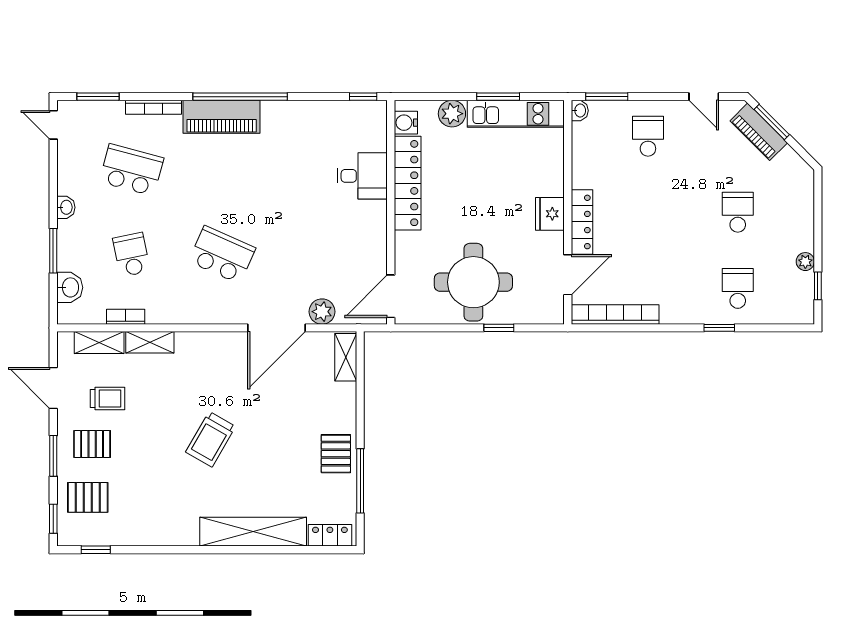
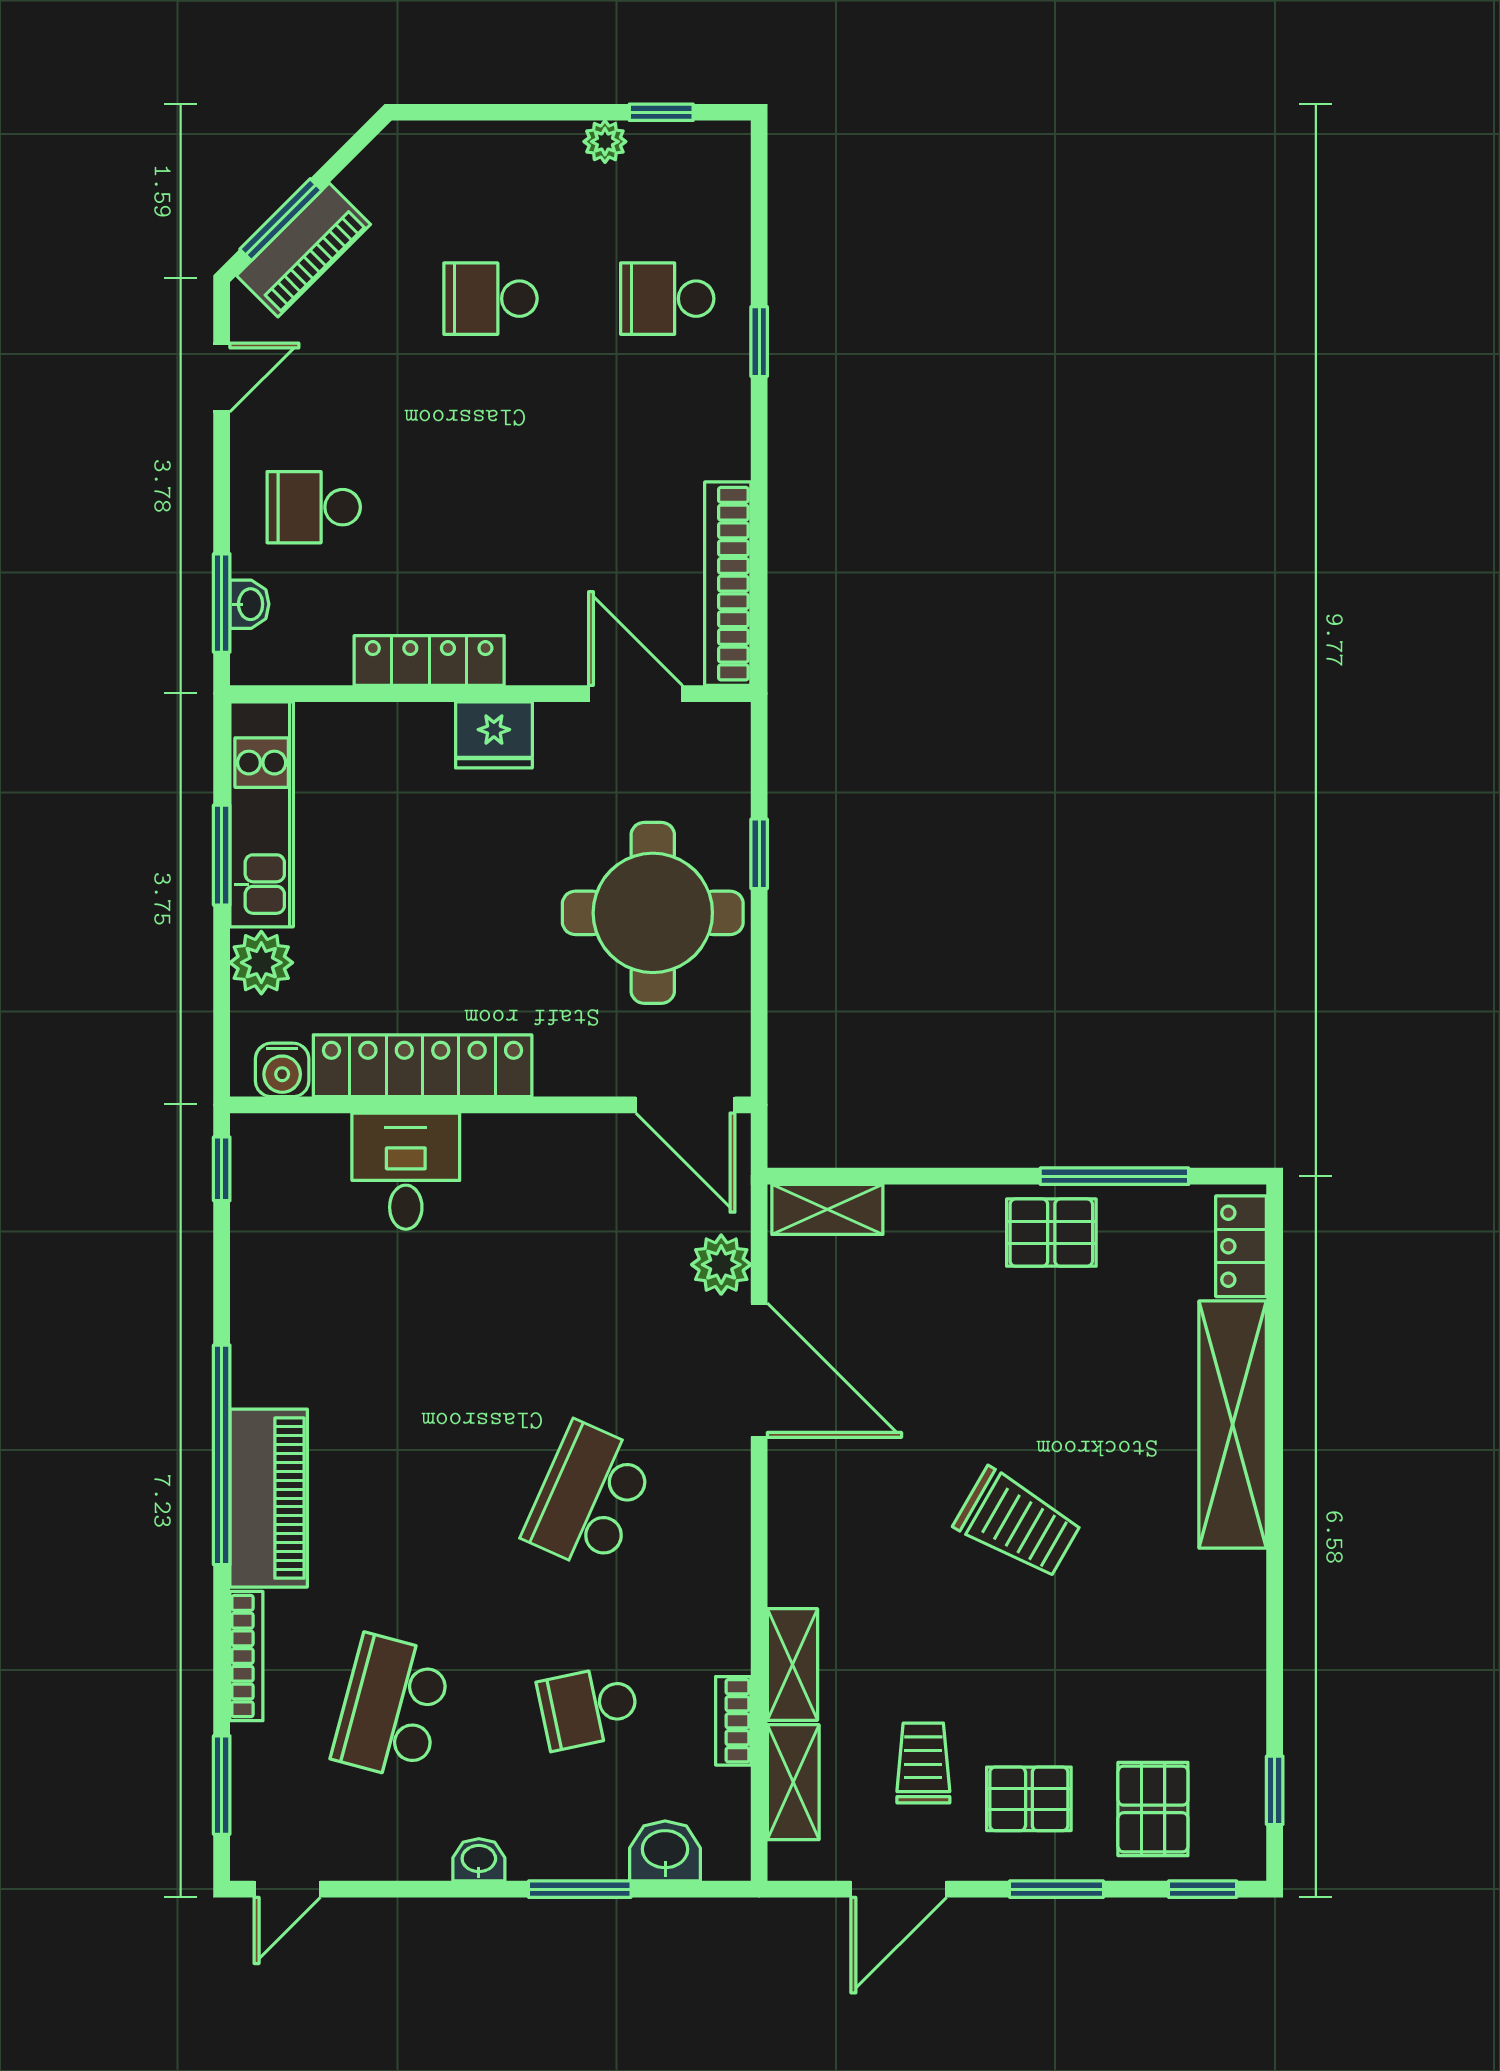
washbasin: (580, 111) -> (249, 604), moved, turned 90
locker: (582, 222) -> (429, 660), moved
pallet: (92, 444) -> (1029, 1799), turned 90

